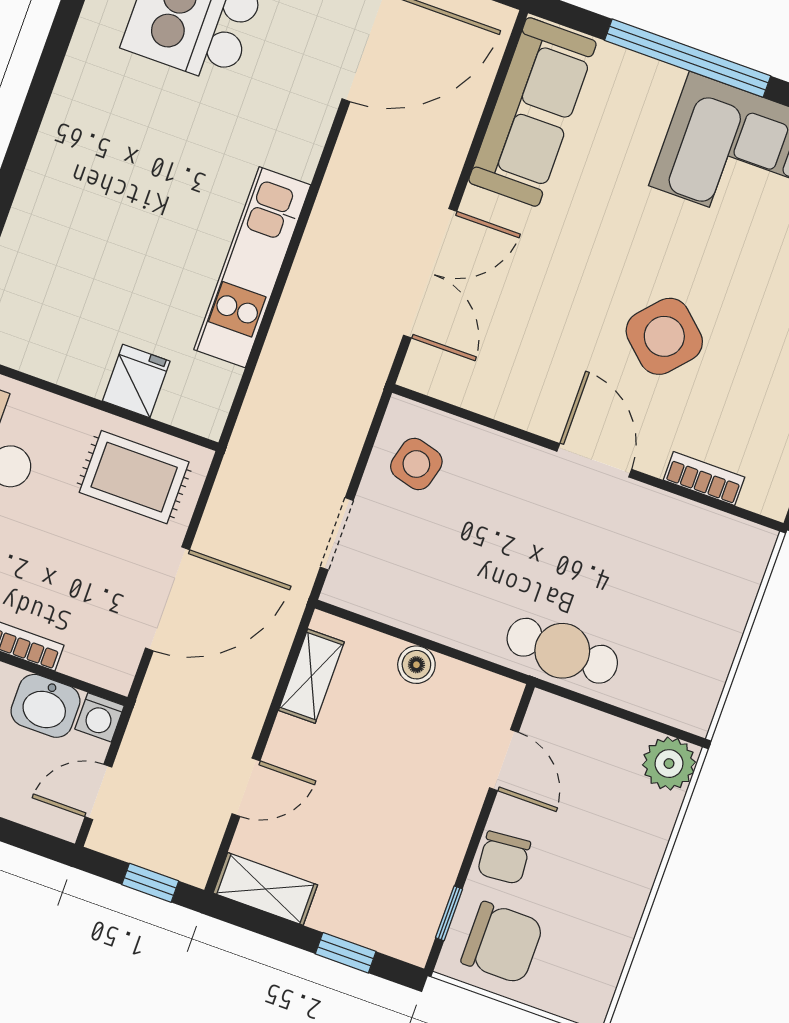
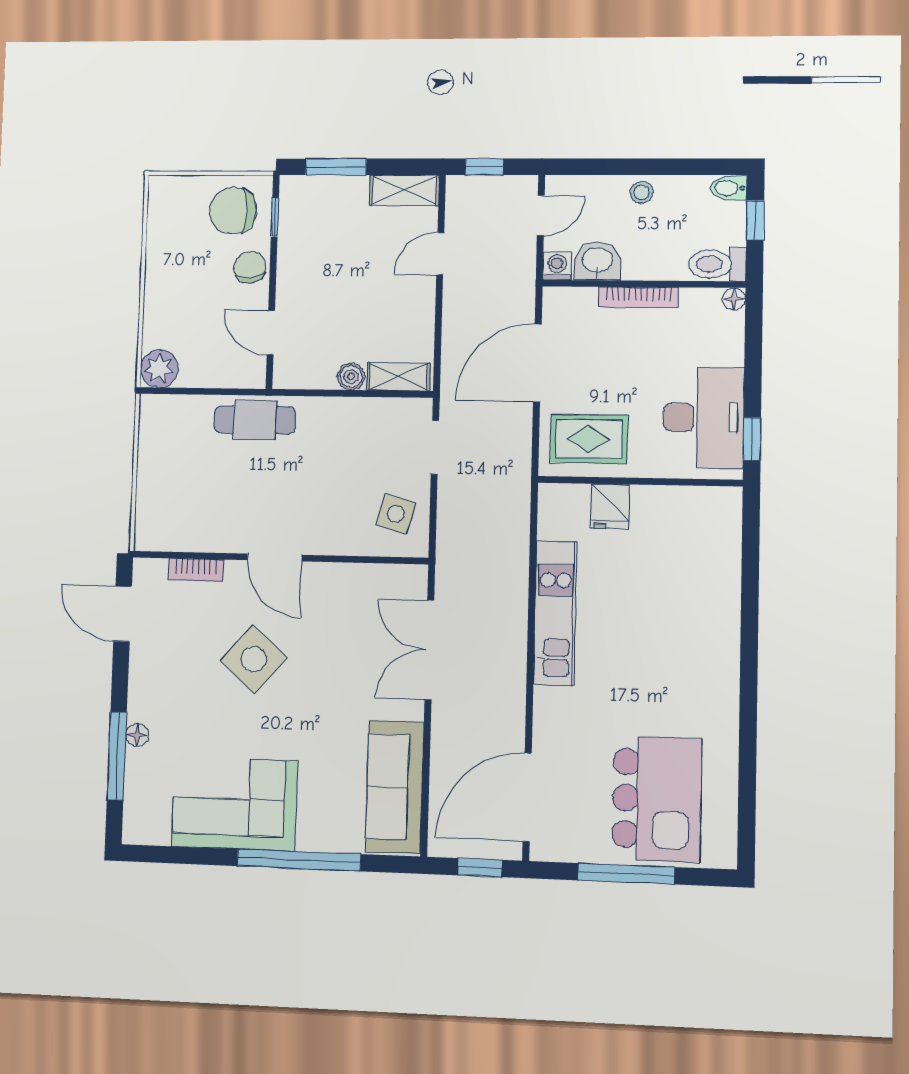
shelving: (311, 676) -> (398, 377), moved, turned 90
window: (346, 953) -> (336, 167), width x1.50

